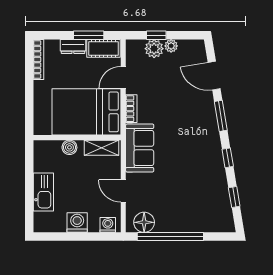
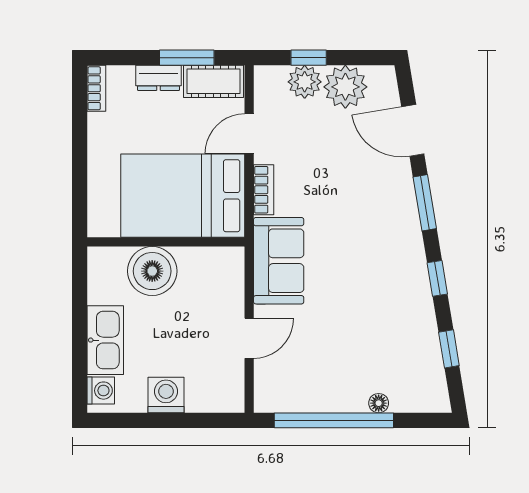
plant: (171, 46) -> (345, 87), width x1.88, depth x1.88
bookcase: (38, 60) -> (96, 88), width x0.64
boiler: (69, 147) -> (152, 271), width x1.86, depth x1.86
shelving: (102, 148) -> (210, 260), removed
door: (123, 191) -> (249, 338), swing flipped
floor lamp: (144, 222) -> (379, 403), moved, width x0.53, depth x0.53
washing machine: (108, 225) -> (101, 391), moved, turned 90

